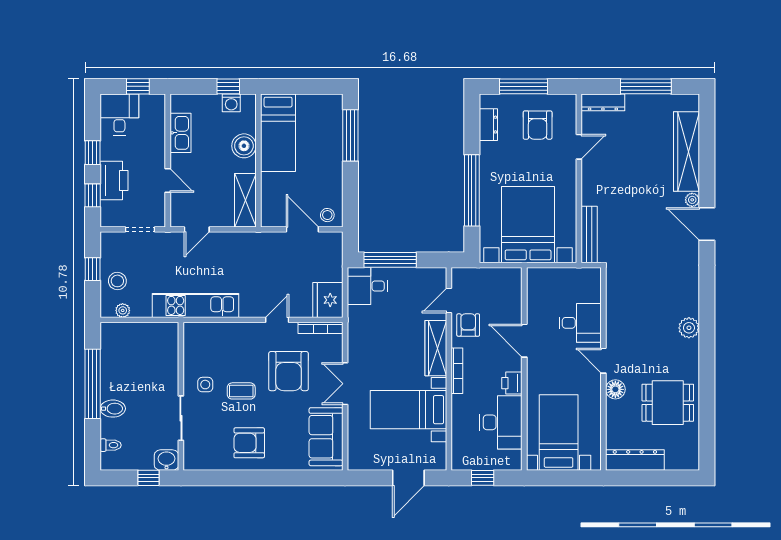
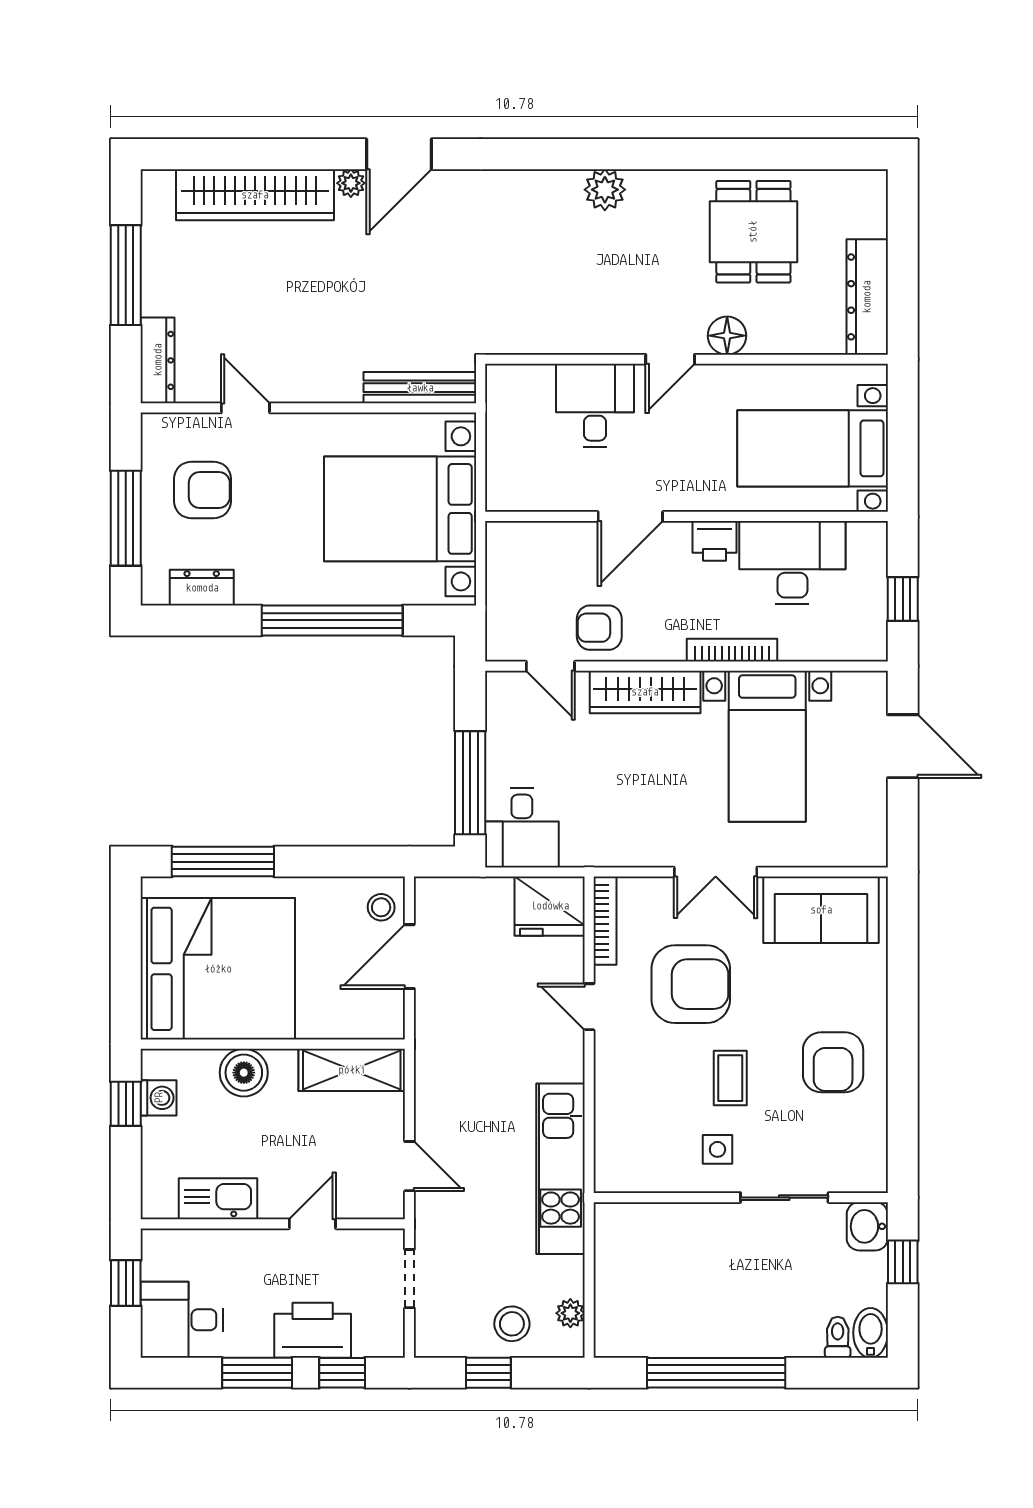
bed: (278, 133) -> (218, 969), width x2.04
window: (93, 153) -> (257, 1373), width x1.50
bookcase: (457, 371) -> (732, 650), moved
bidet: (113, 409) -> (871, 1333), moved

